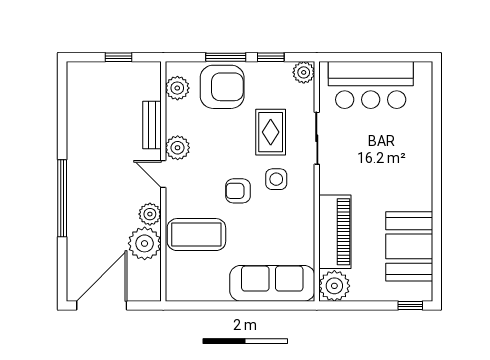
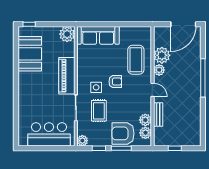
plant: (178, 148) -> (145, 120), moved
piano: (335, 232) -> (67, 76), moved
coffee table: (196, 235) -> (136, 60), turned 90

